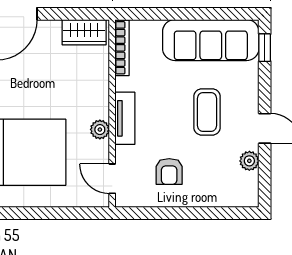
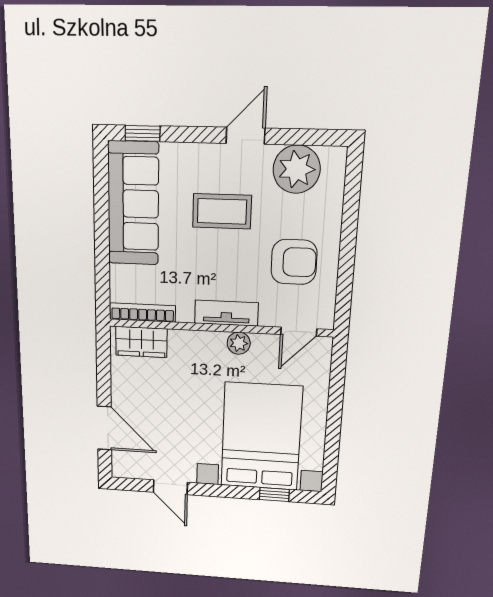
wardrobe: (84, 32) -> (141, 342), moved, turned 90
plant: (249, 161) -> (297, 169), width x1.87, depth x1.87
armchair: (169, 171) -> (294, 262), width x1.38, depth x1.38

